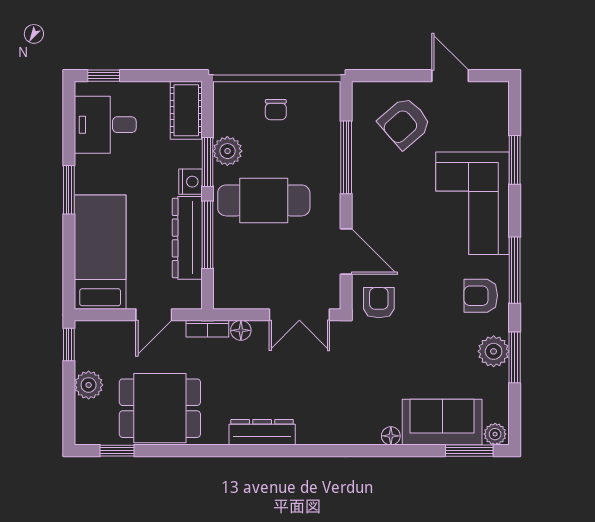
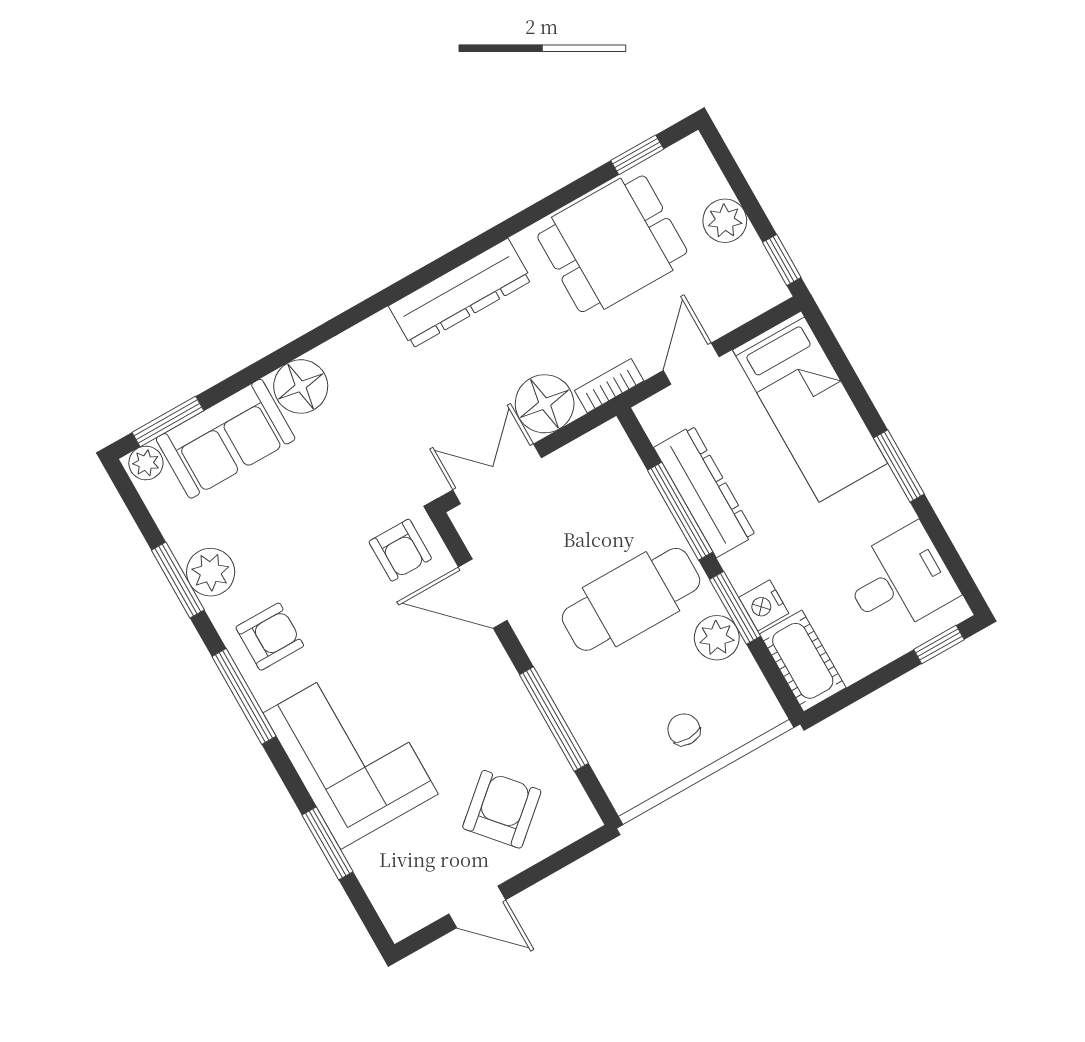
nightstand: (190, 182) -> (764, 605), moved
floor lamp: (241, 330) -> (545, 404), width x1.89, depth x1.89
dresser: (262, 432) -> (460, 293), width x1.37, depth x1.24
floor lamp: (391, 436) -> (301, 386), width x1.89, depth x1.89

